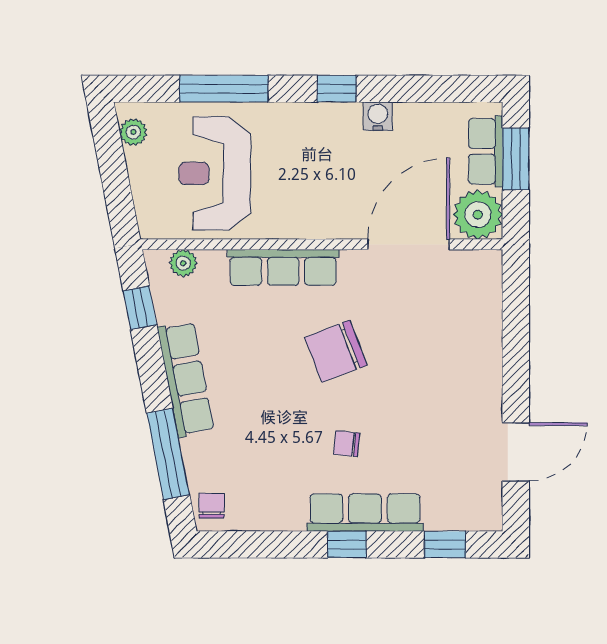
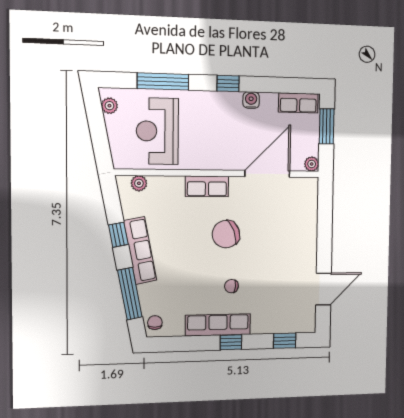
row of seats: (486, 151) -> (298, 103), moved, turned -90
plant: (478, 215) -> (312, 164), width x0.53, depth x0.53
row of seats: (283, 267) -> (207, 186), width x0.68
window: (140, 308) -> (118, 235), moved
row of seats: (365, 513) -> (218, 325), moved

